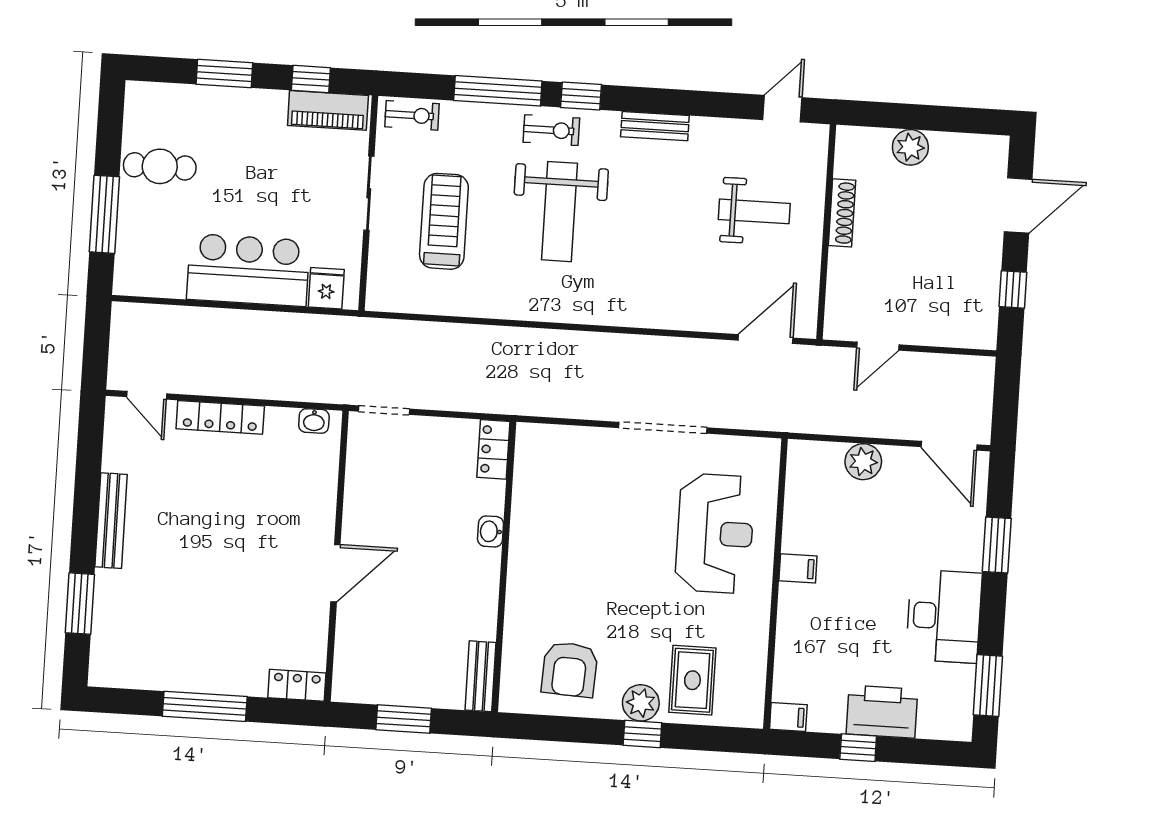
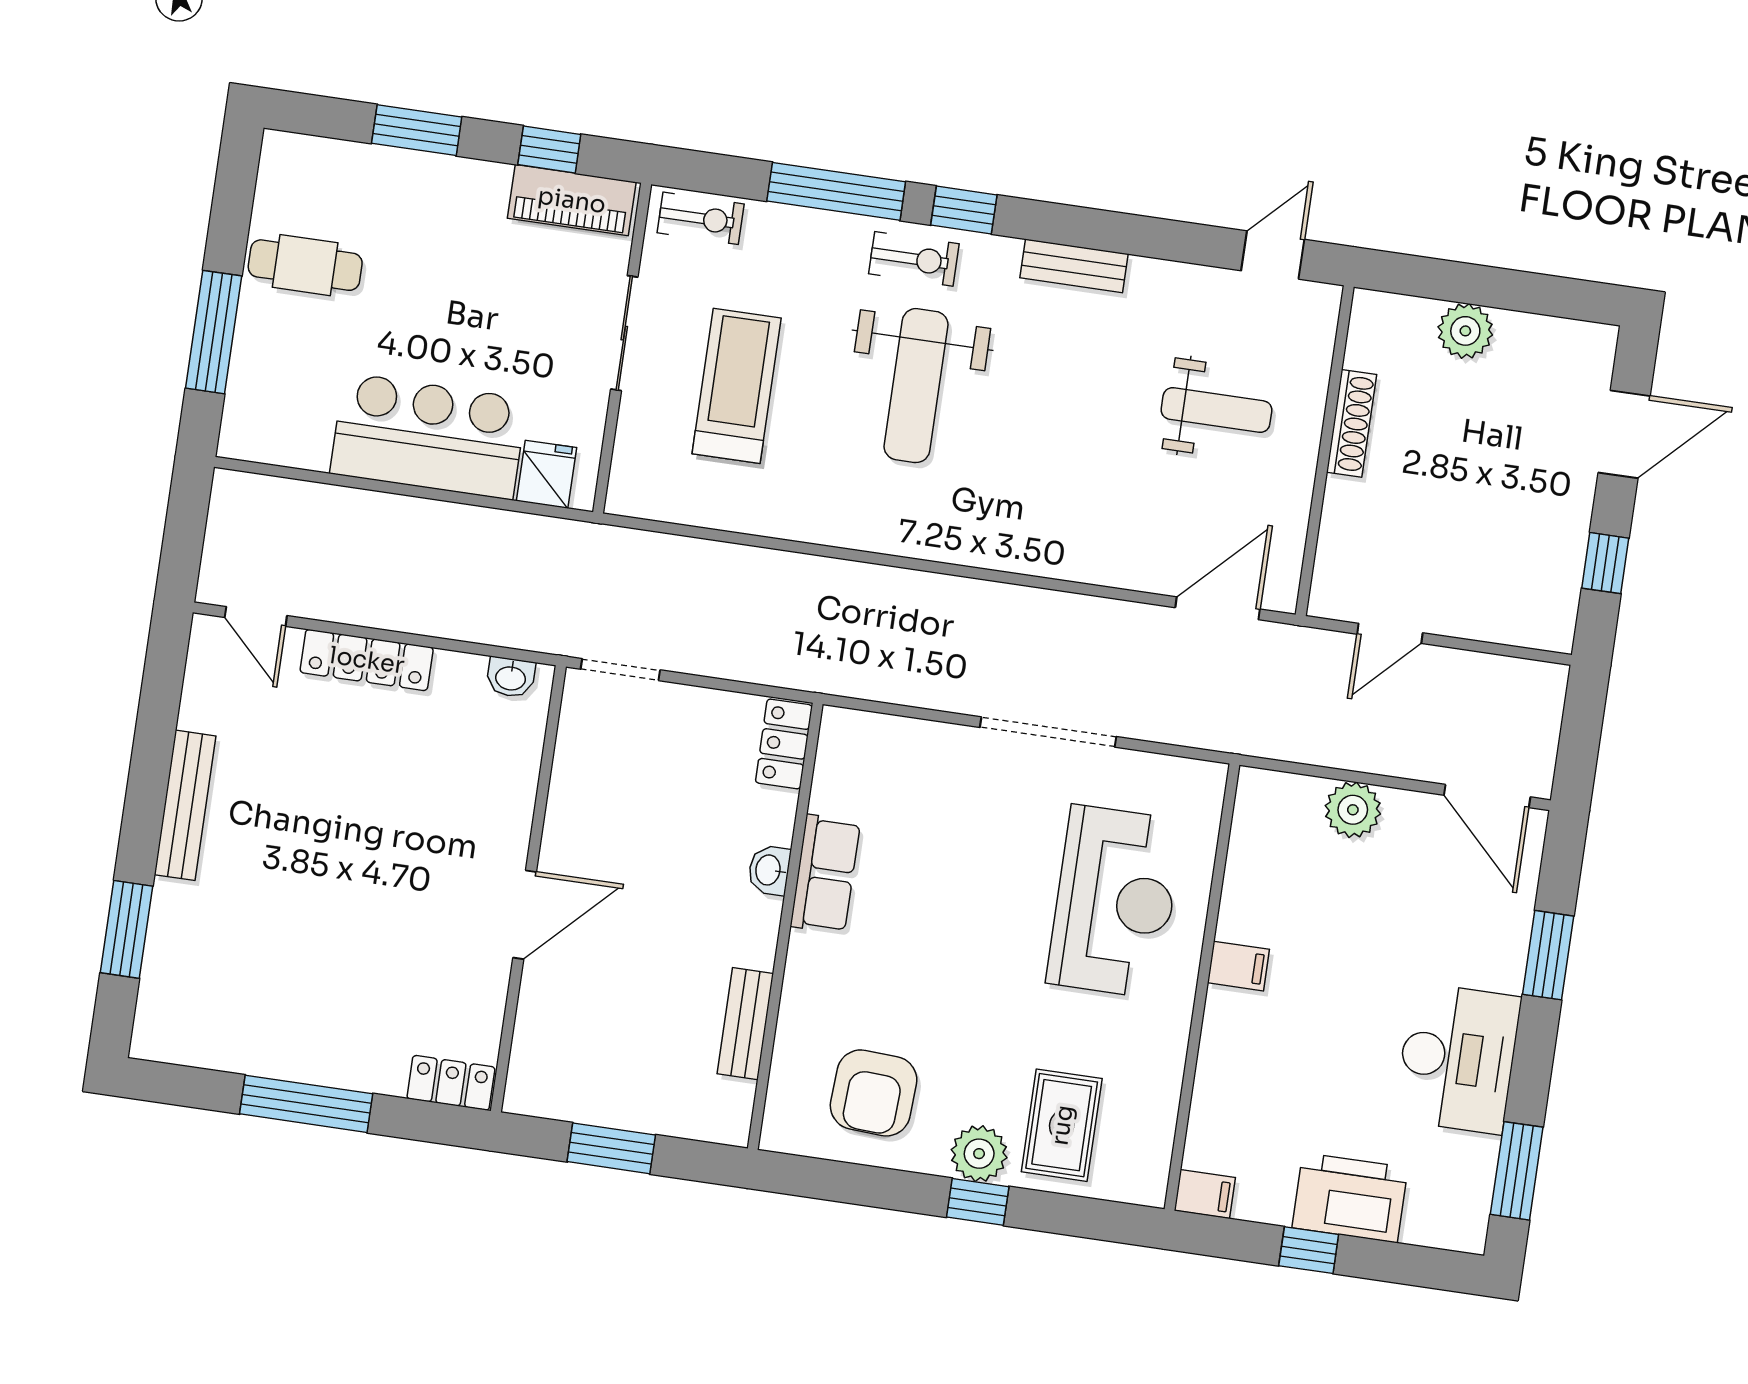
row of seats: (527, 531) -> (825, 874), added
bench: (481, 676) -> (745, 1024), moved

